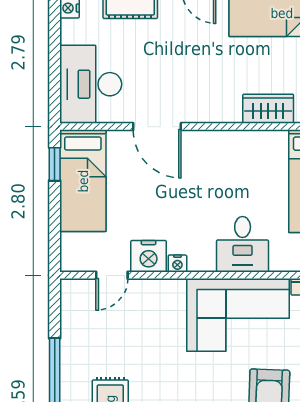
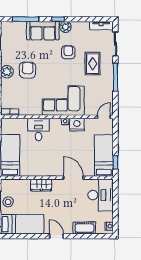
wardrobe: (268, 109) -> (41, 185), moved
door: (112, 275) -> (104, 117), moved
corner sofa: (238, 315) -> (63, 101), moved

